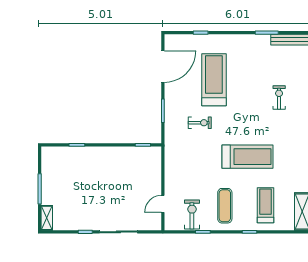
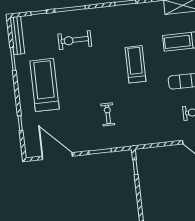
treadmill: (214, 80) -> (45, 85), moved, turned 90
exercise bike: (279, 98) -> (75, 40), width x1.38, depth x1.39
treadmill: (247, 157) -> (135, 64), width x0.73, depth x0.73

